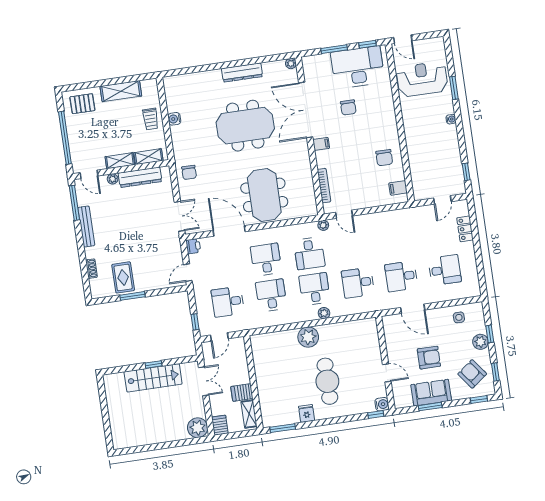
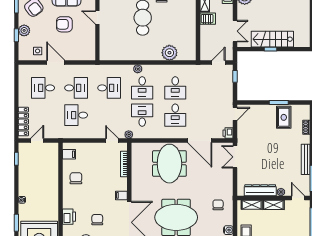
printer: (386, 106) -> (69, 217), added
chair: (189, 172) -> (218, 205), moved
locker: (465, 229) -> (23, 122), width x1.53
desk: (228, 302) -> (76, 115), moved, turned 180
door: (413, 309) -> (56, 62), moved
plant: (308, 337) -> (169, 53), moved
double door: (204, 381) -> (235, 31), swing flipped

